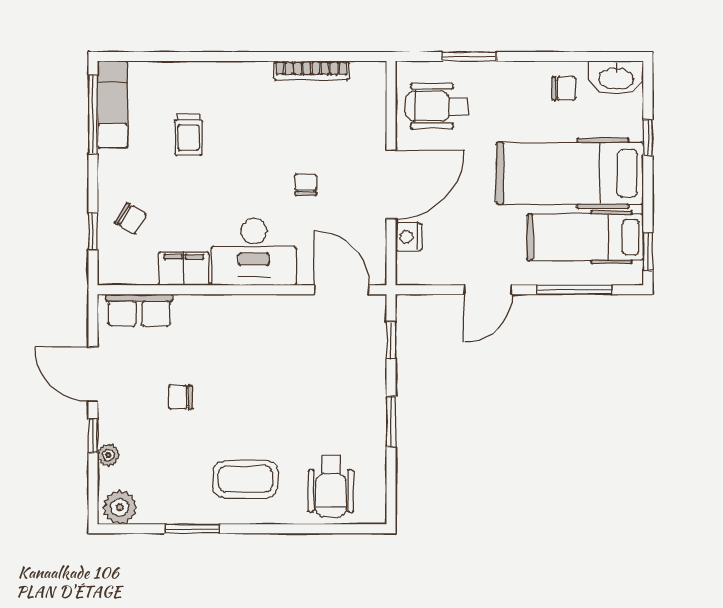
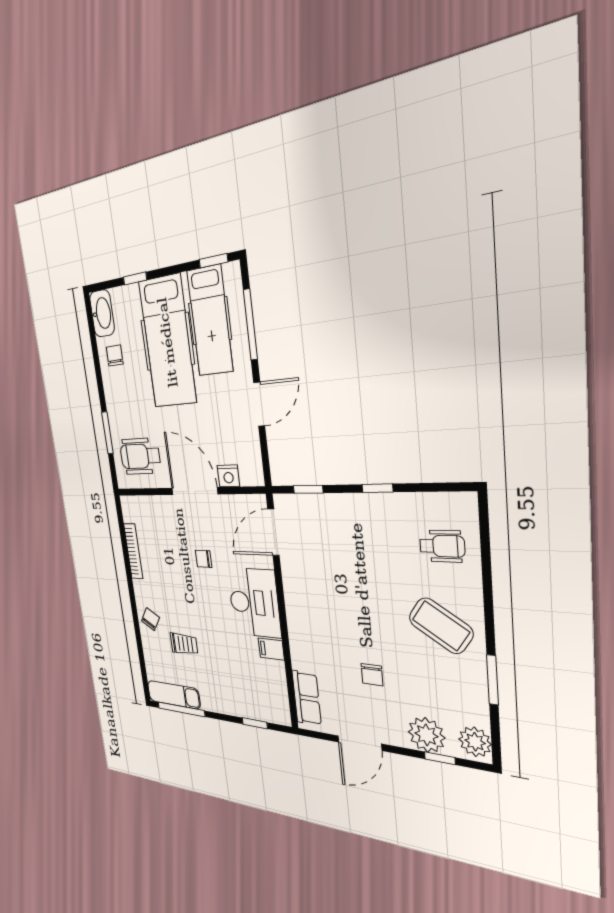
wheelchair: (437, 106) -> (140, 456), turned 90
chair: (131, 219) -> (150, 619), moved
filing cabinet: (184, 269) -> (271, 649), width x0.50
door: (488, 290) -> (259, 404), hinge flipped
window: (391, 422) -> (377, 488), width x0.67
window: (93, 436) -> (440, 758), moved
plant: (108, 455) -> (426, 735), width x1.87, depth x1.87
coffee table: (245, 479) -> (441, 626), turned -56
wheelchair: (331, 486) -> (442, 546), width x0.73, depth x0.73

